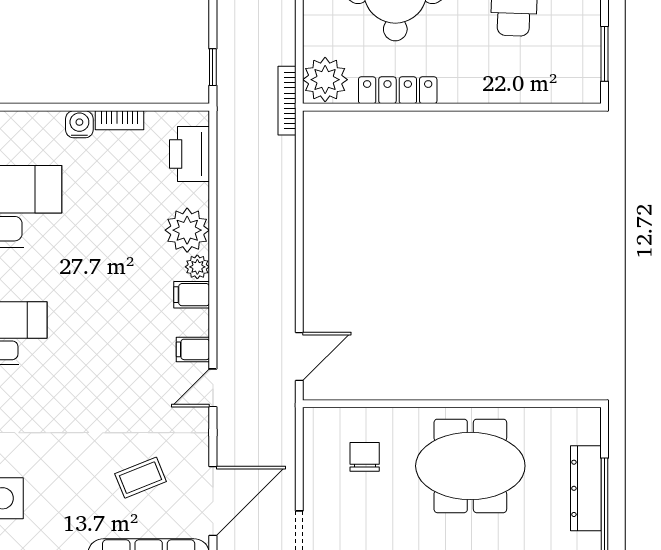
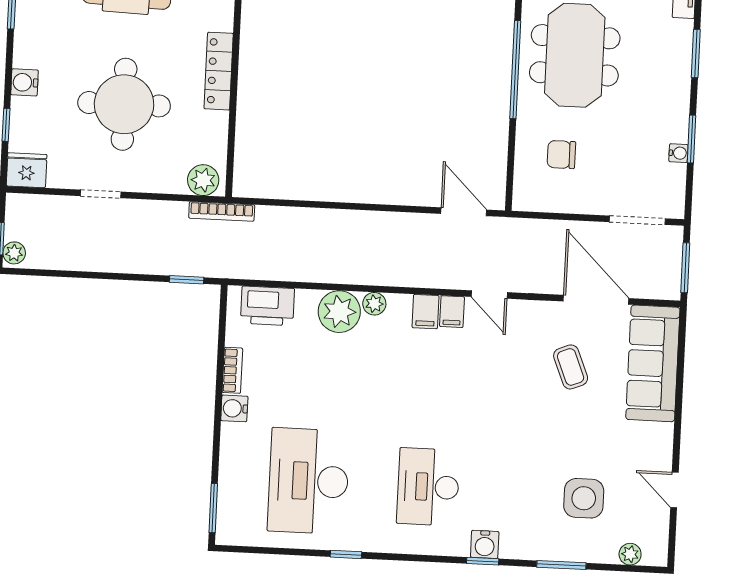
plant: (325, 80) -> (203, 180), width x0.73, depth x0.73
locker: (398, 90) -> (219, 71), moved
filing cabinet: (192, 295) -> (425, 312), moved
window: (452, 404) -> (515, 70), added

